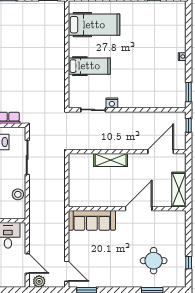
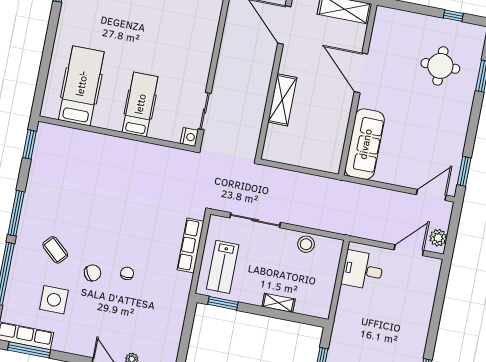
nightstand: (112, 103) -> (189, 137), moved

